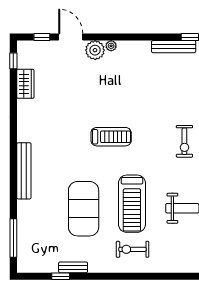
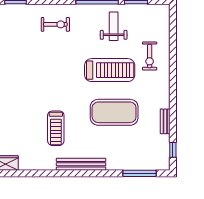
treadmill: (111, 137) -> (56, 128), moved, turned 180
exercise bike: (132, 249) -> (150, 56), moved
window: (61, 276) -> (173, 150), moved

